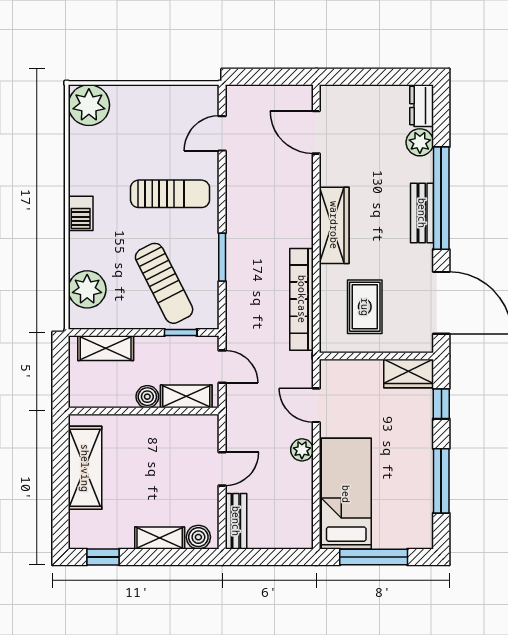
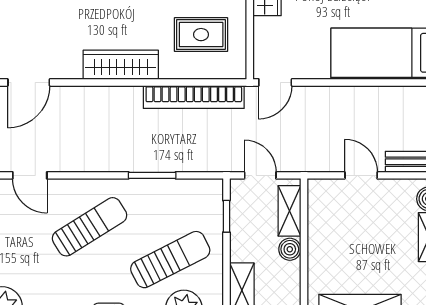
sun lounger: (170, 194) -> (90, 227), turned 58
sun lounger: (164, 283) -> (170, 260), moved
door: (222, 367) -> (260, 175), hinge flipped
door: (316, 405) -> (275, 82), moved
plant: (302, 450) -> (342, 97), removed

